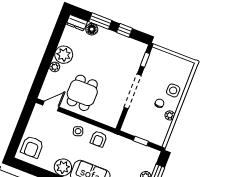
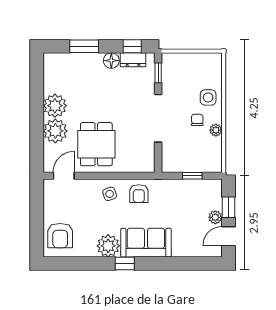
dresser: (77, 23) -> (133, 60), moved
floor lamp: (92, 29) -> (111, 61), moved
window: (125, 30) -> (132, 46), moved
plant: (55, 67) -> (55, 131), width x1.88, depth x1.88

